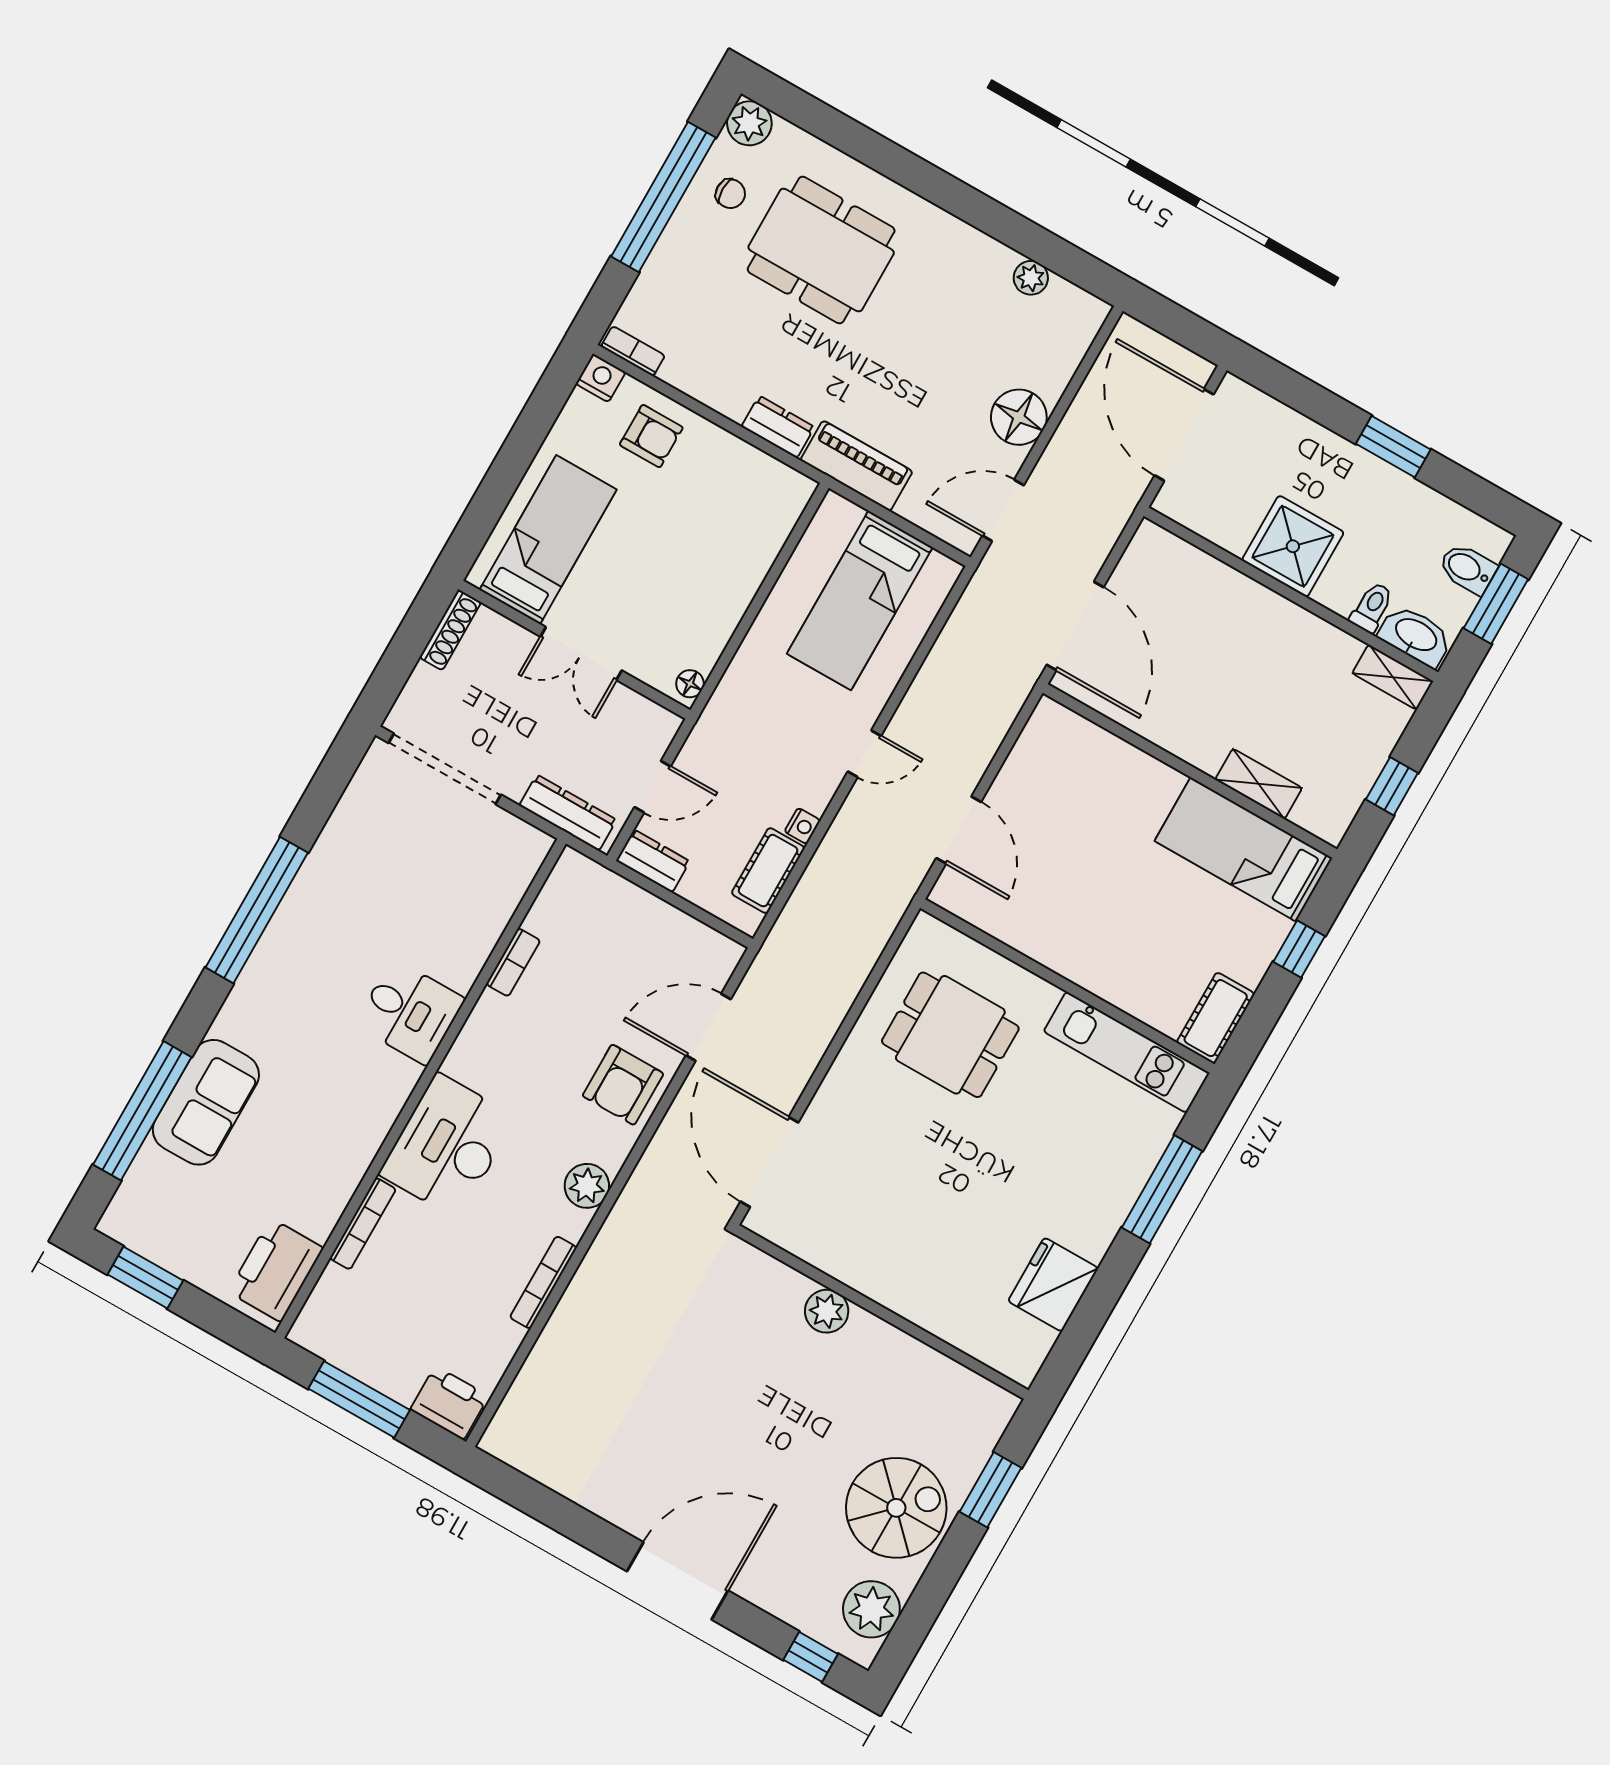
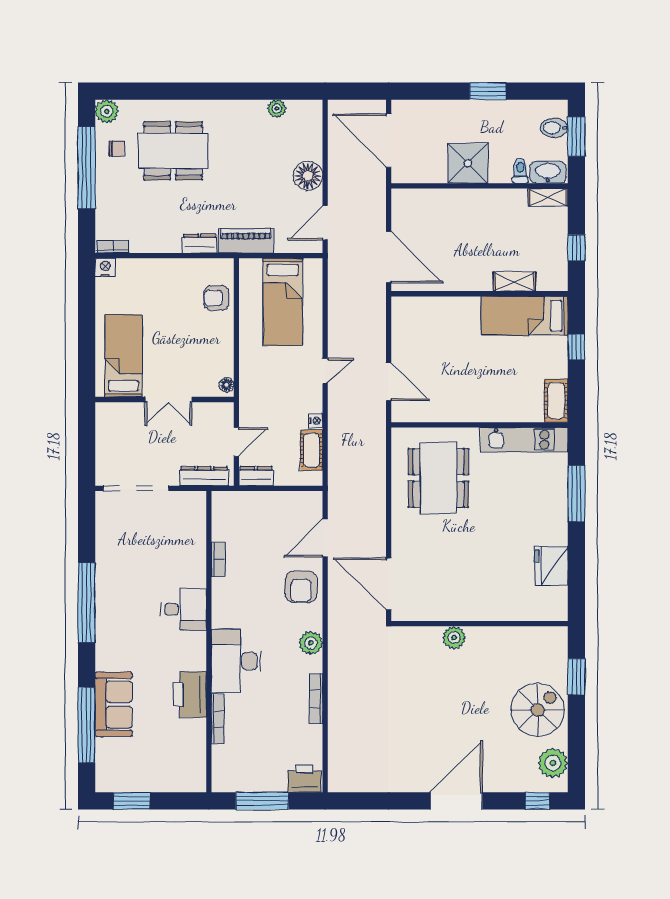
armchair: (651, 436) -> (216, 298), moved, turned 180
shoe rack: (450, 630) -> (102, 423), removed
dining table: (950, 1035) -> (438, 478), width x1.37
printer: (276, 1270) -> (190, 694), moved

